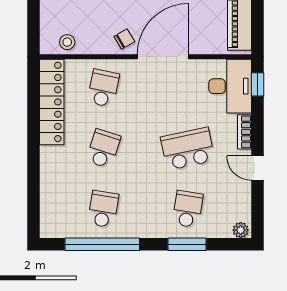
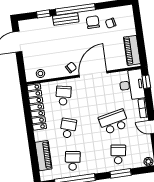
piano: (52, 192) -> (44, 156), added

